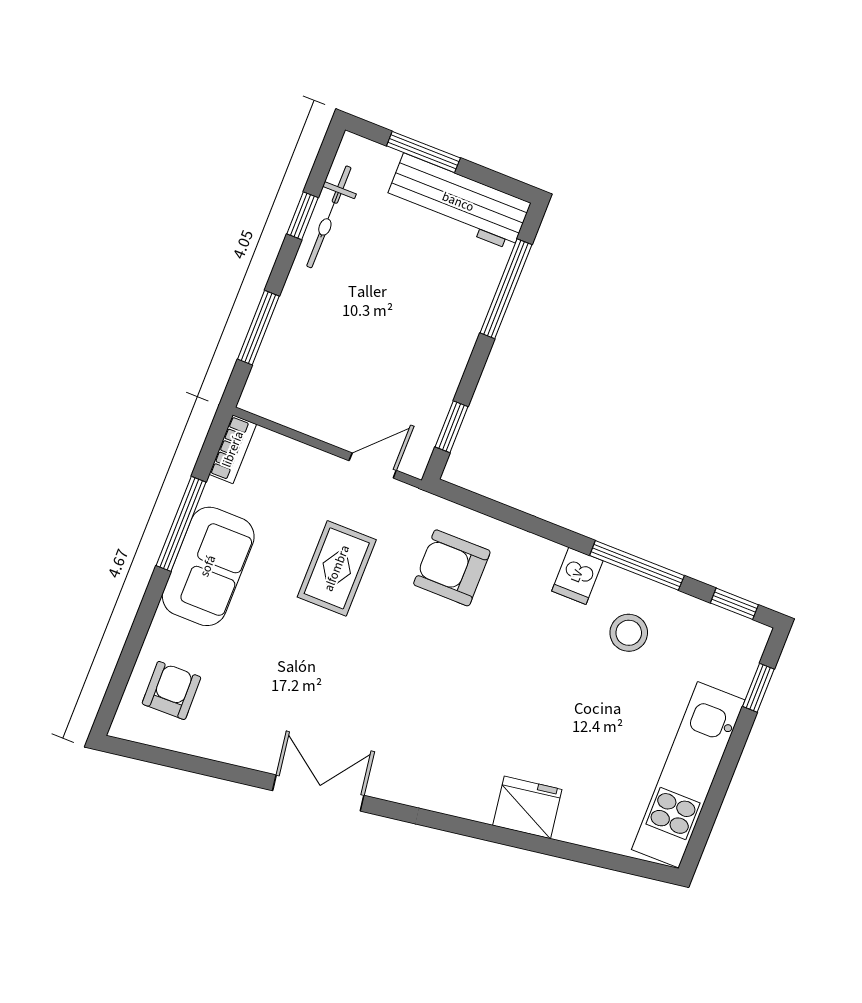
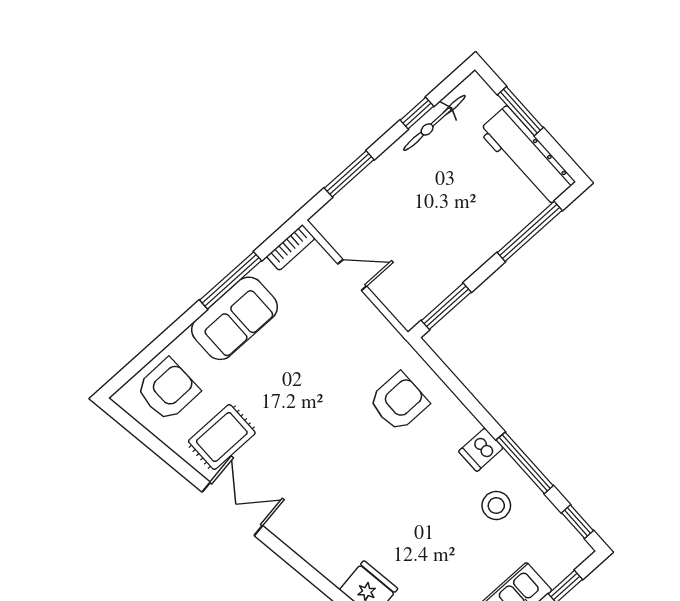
window: (452, 427) -> (446, 306), width x1.50
door: (373, 466) -> (352, 275), moved
rug: (337, 568) -> (222, 437), moved
armchair: (452, 568) -> (399, 402), turned 90
armchair: (171, 690) -> (168, 390), width x1.38, depth x1.38

